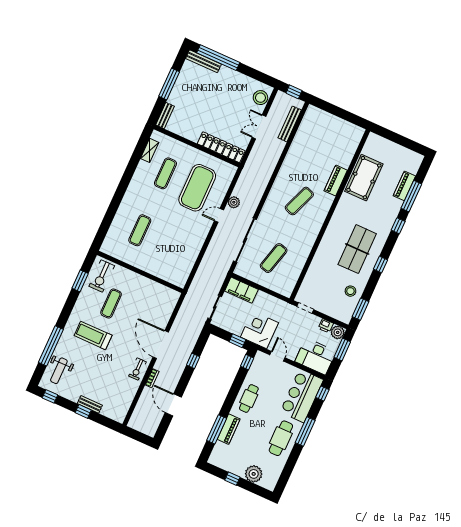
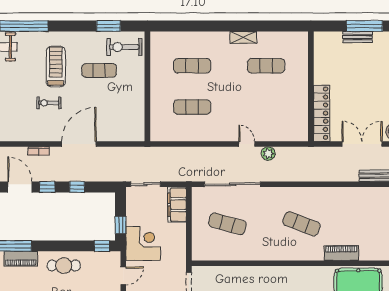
bench: (165, 116) -> (358, 37), moved
double door: (259, 127) -> (362, 144), width x1.37
shelving: (150, 150) -> (243, 37), moved
exercise mat: (197, 188) -> (192, 107), moved, width x0.50, depth x0.69
exercise bike: (138, 369) -> (49, 103), moved
window: (183, 384) -> (47, 187), added
door: (173, 405) -> (20, 187), hinge flipped

